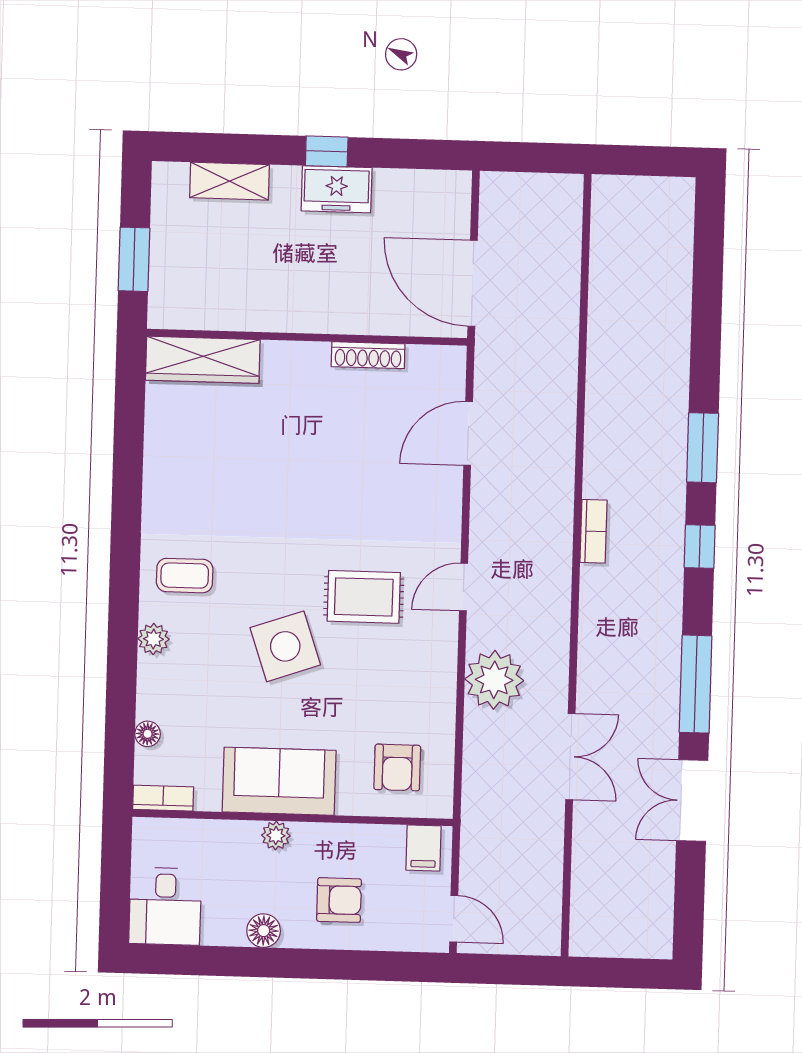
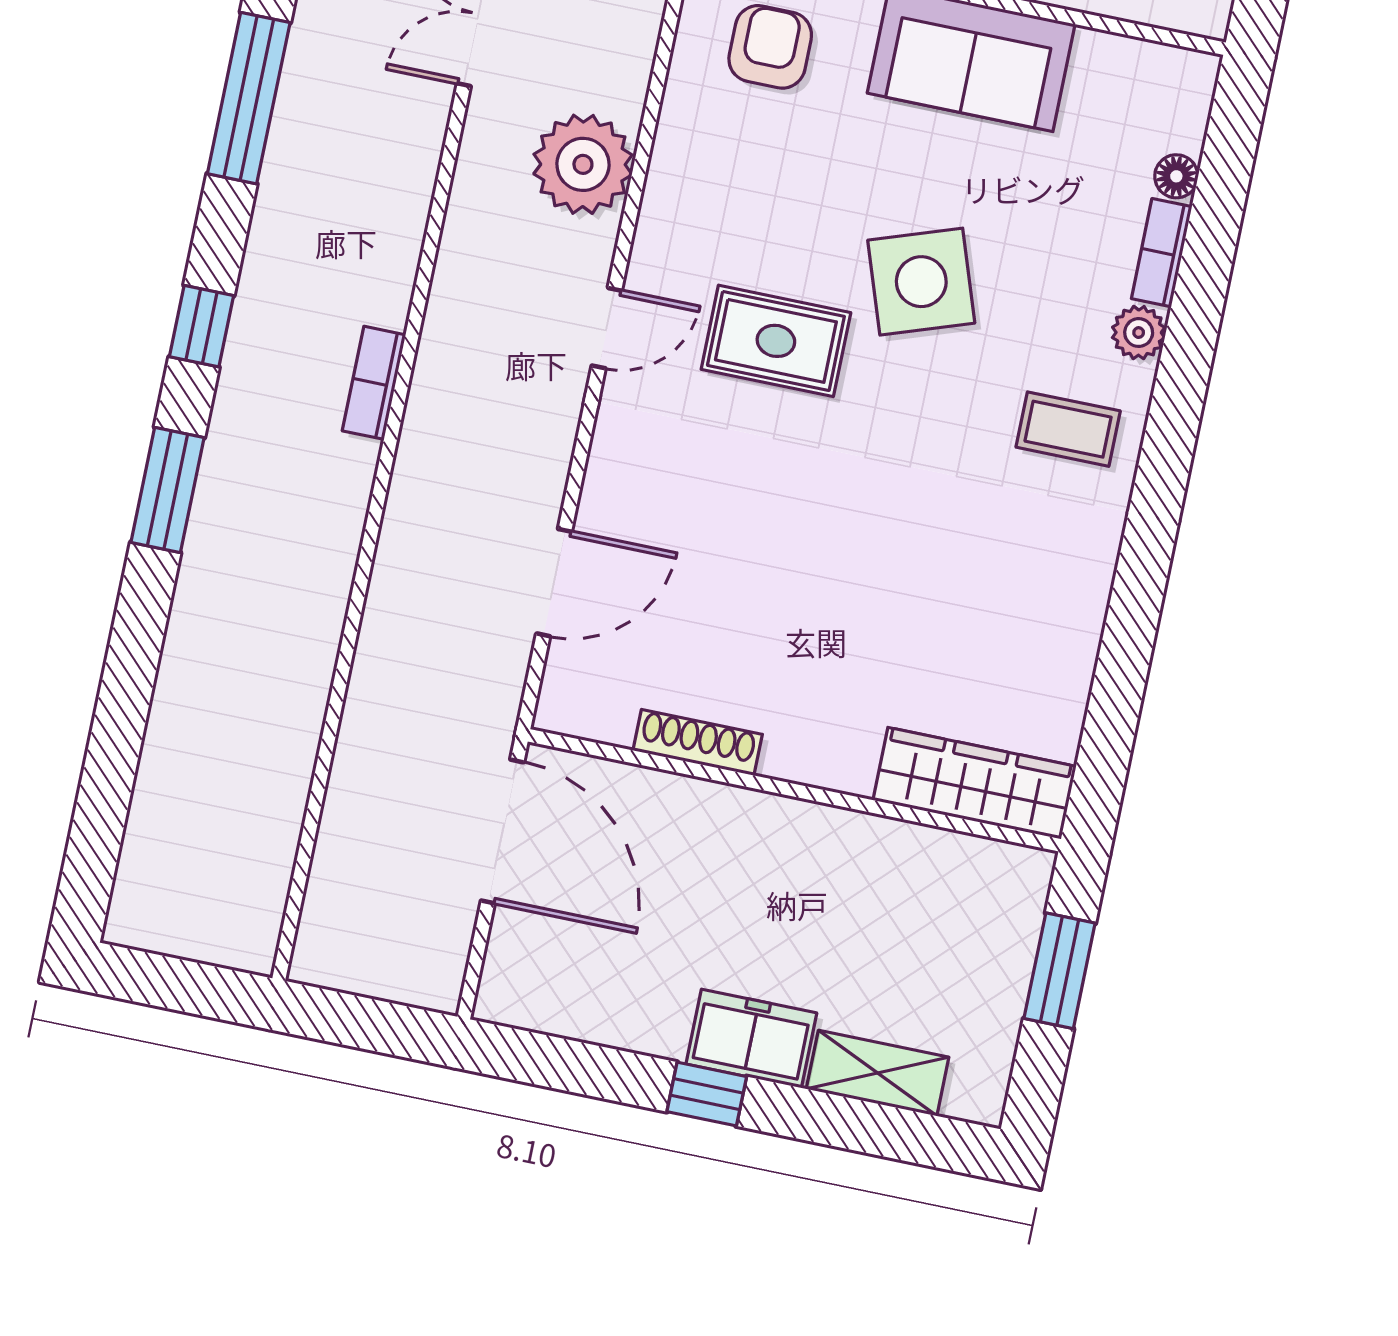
freezer: (337, 189) -> (751, 1038), moved
bookcase: (163, 798) -> (1162, 253), moved, turned 90

